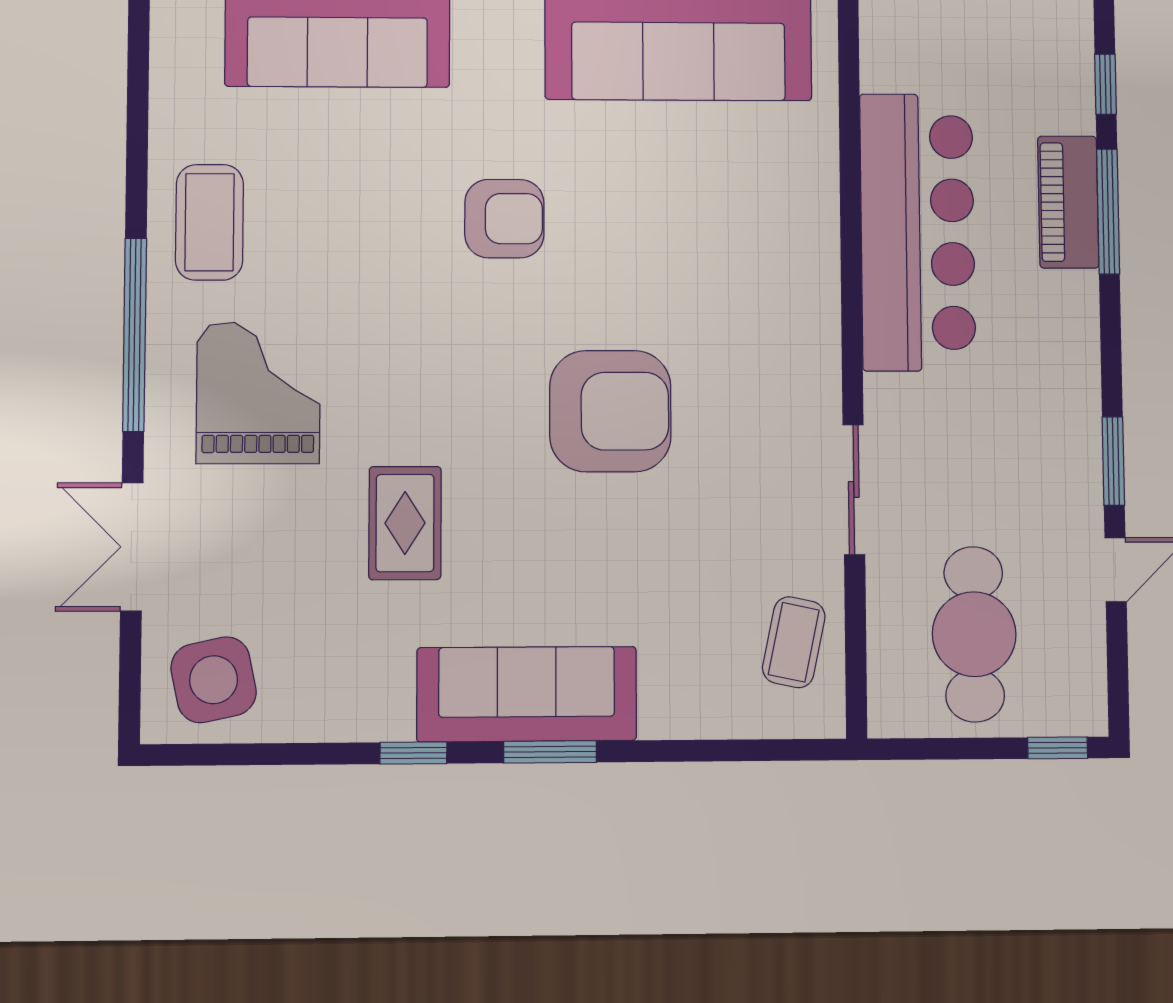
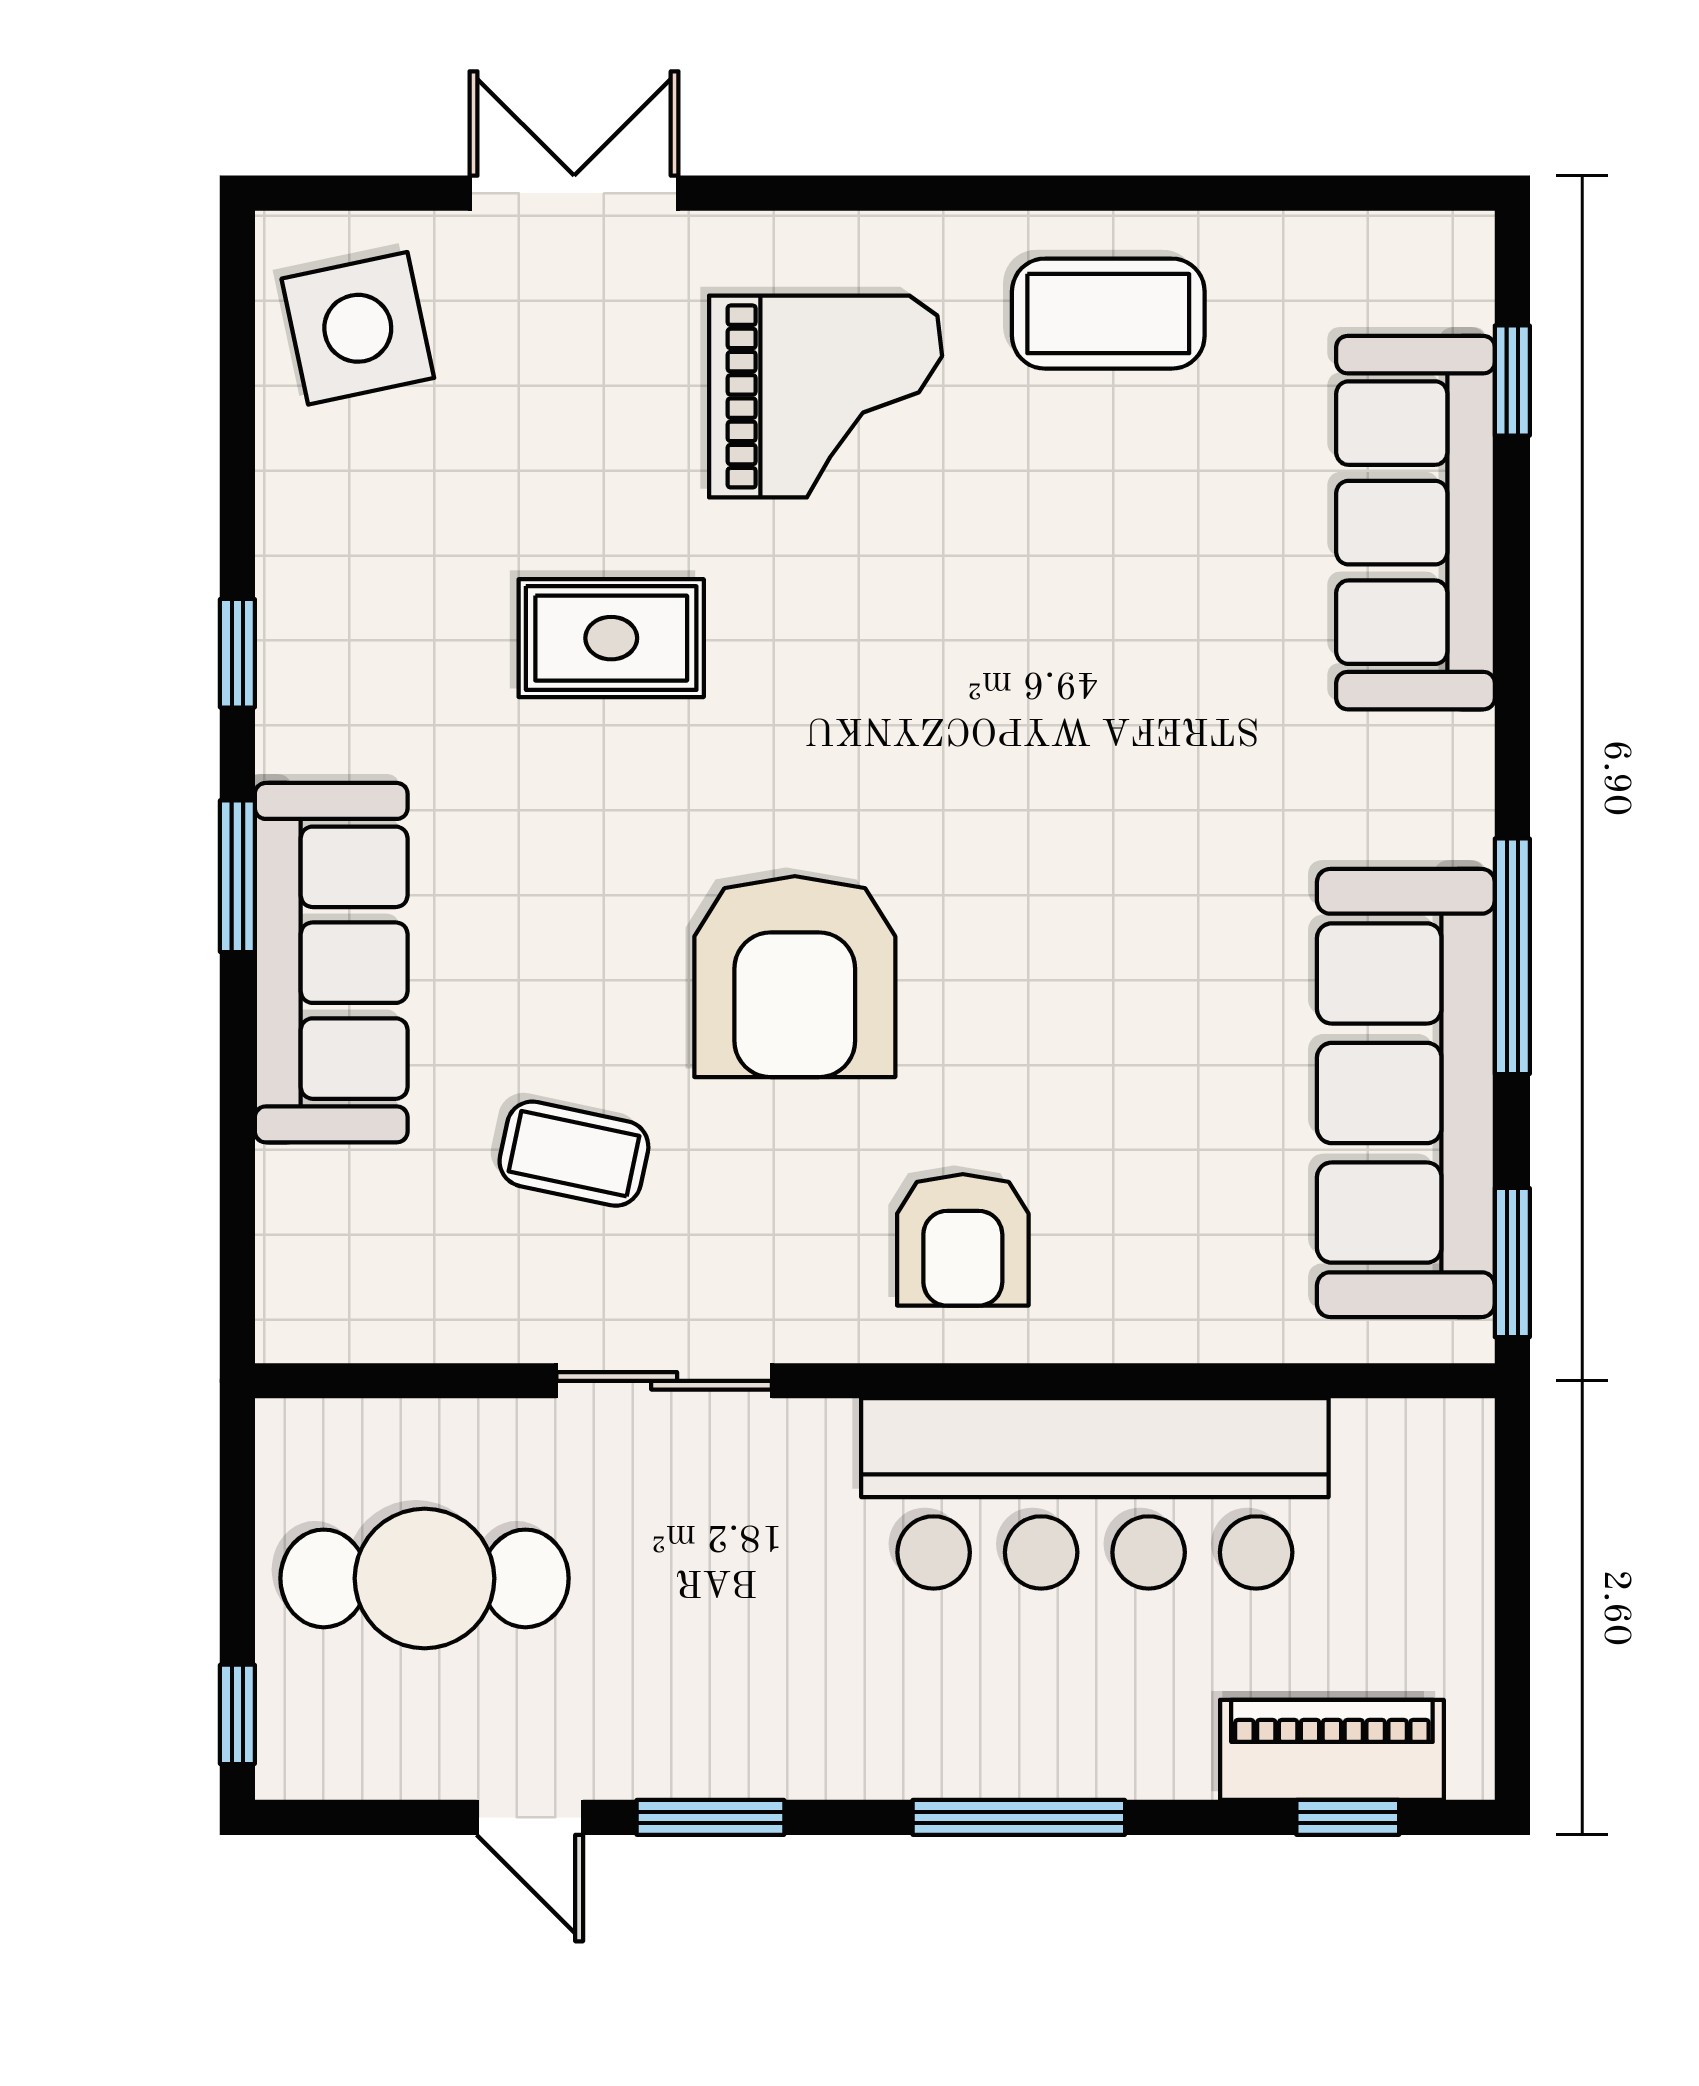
piano: (1068, 202) -> (1332, 1750), moved
window: (1108, 212) -> (1019, 1817), moved
armchair: (504, 219) -> (963, 1240), moved
window: (135, 335) -> (922, 193), removed
coffee table: (794, 642) -> (574, 1154), moved
sofa: (527, 694) -> (331, 963), moved

